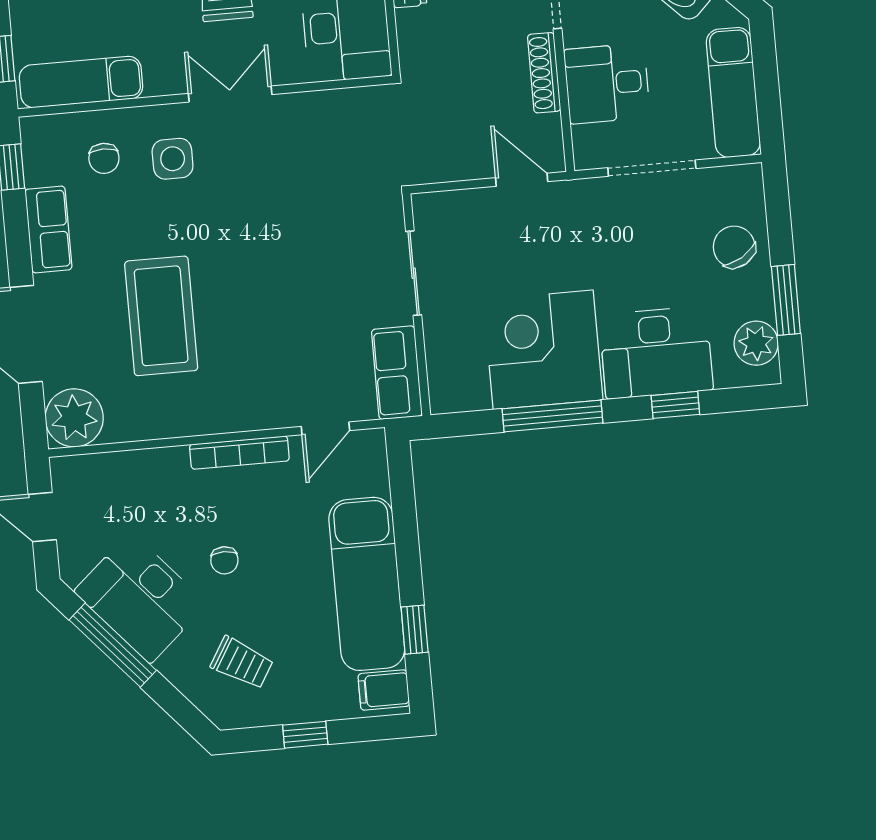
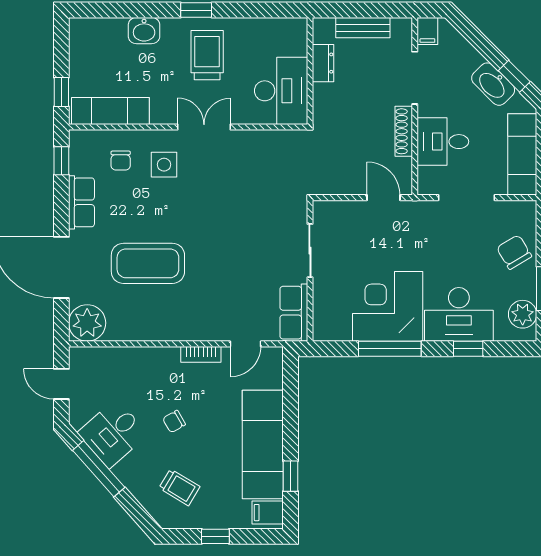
coffee table: (161, 316) -> (148, 263), turned 90
bookcase: (239, 453) -> (201, 354), width x0.64
chair: (224, 560) -> (174, 422), turned 60
desk: (140, 598) -> (113, 433), width x0.73

